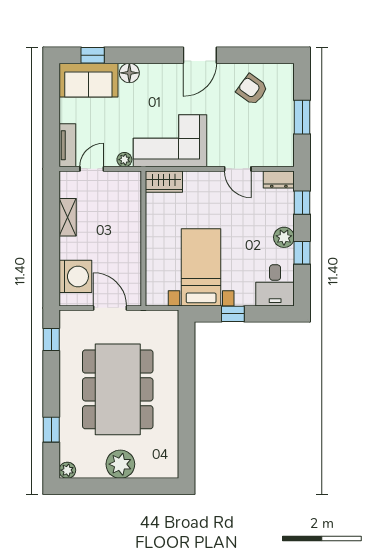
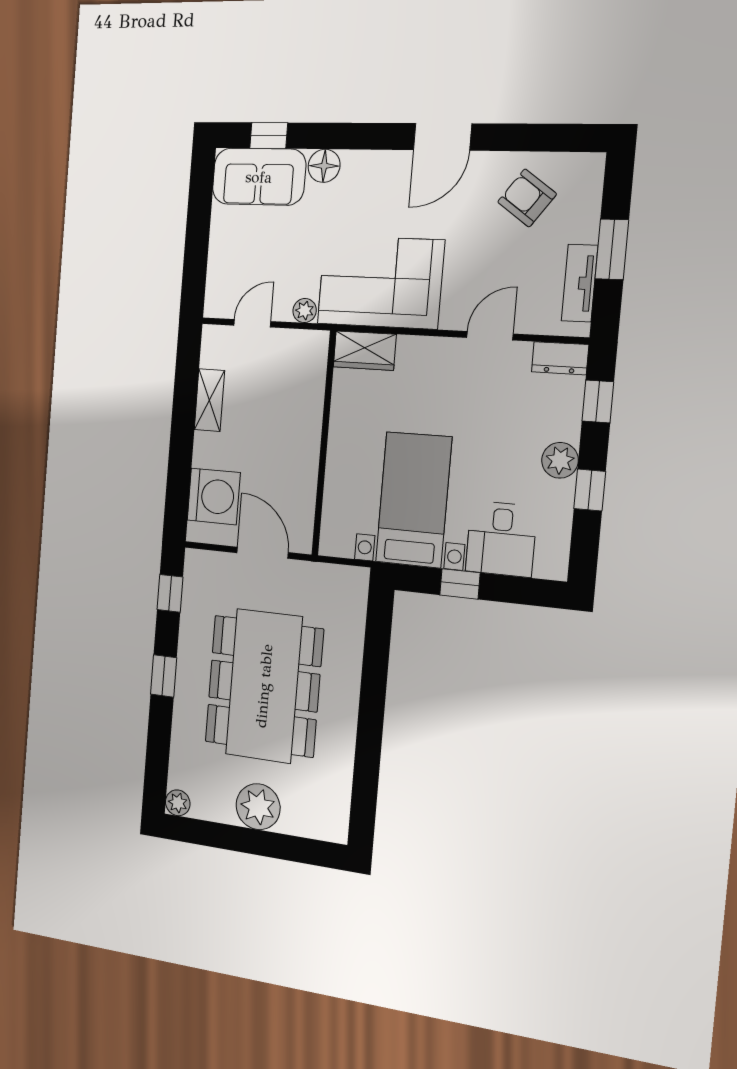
tv unit: (67, 145) -> (580, 283), moved, turned 180
door: (238, 169) -> (490, 336), swing flipped
desk: (275, 285) -> (501, 539), moved
window: (51, 430) -> (164, 676), moved

